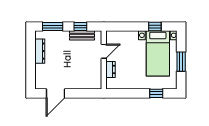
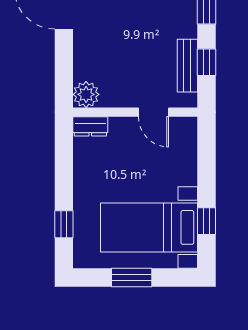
dresser: (111, 69) -> (90, 126), moved
plant: (96, 83) -> (86, 94), added

